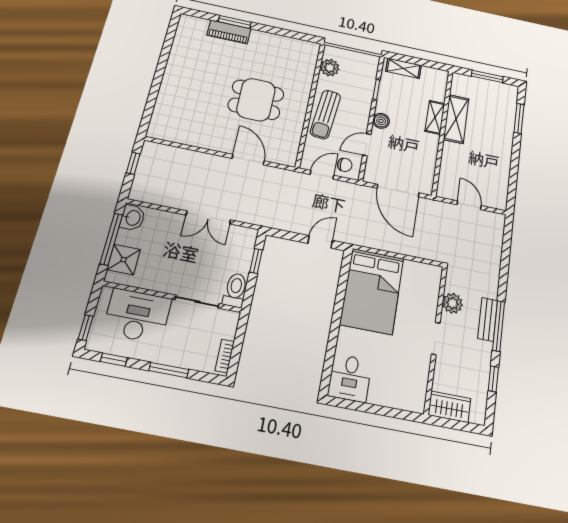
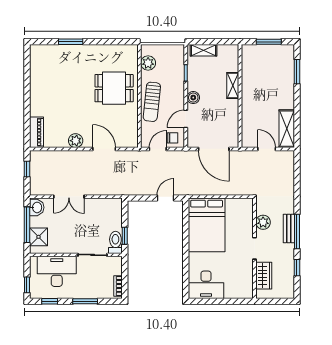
piano: (229, 32) -> (36, 132), moved, turned -90
dining table: (256, 100) -> (114, 88), moved
shelving: (456, 119) -> (287, 129), moved
plant: (211, 141) -> (76, 141), added
double door: (208, 217) -> (69, 197), moved
window: (256, 261) -> (125, 236), moved
desk: (350, 378) -> (206, 285), width x1.37
wardrobe: (449, 407) -> (264, 276), moved, turned 90

